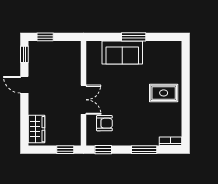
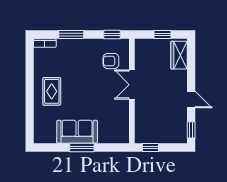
window: (45, 37) -> (150, 147), moved
sofa: (122, 53) -> (77, 132), moved
rug: (164, 93) -> (52, 91), turned 90
window: (65, 150) -> (162, 34), moved

